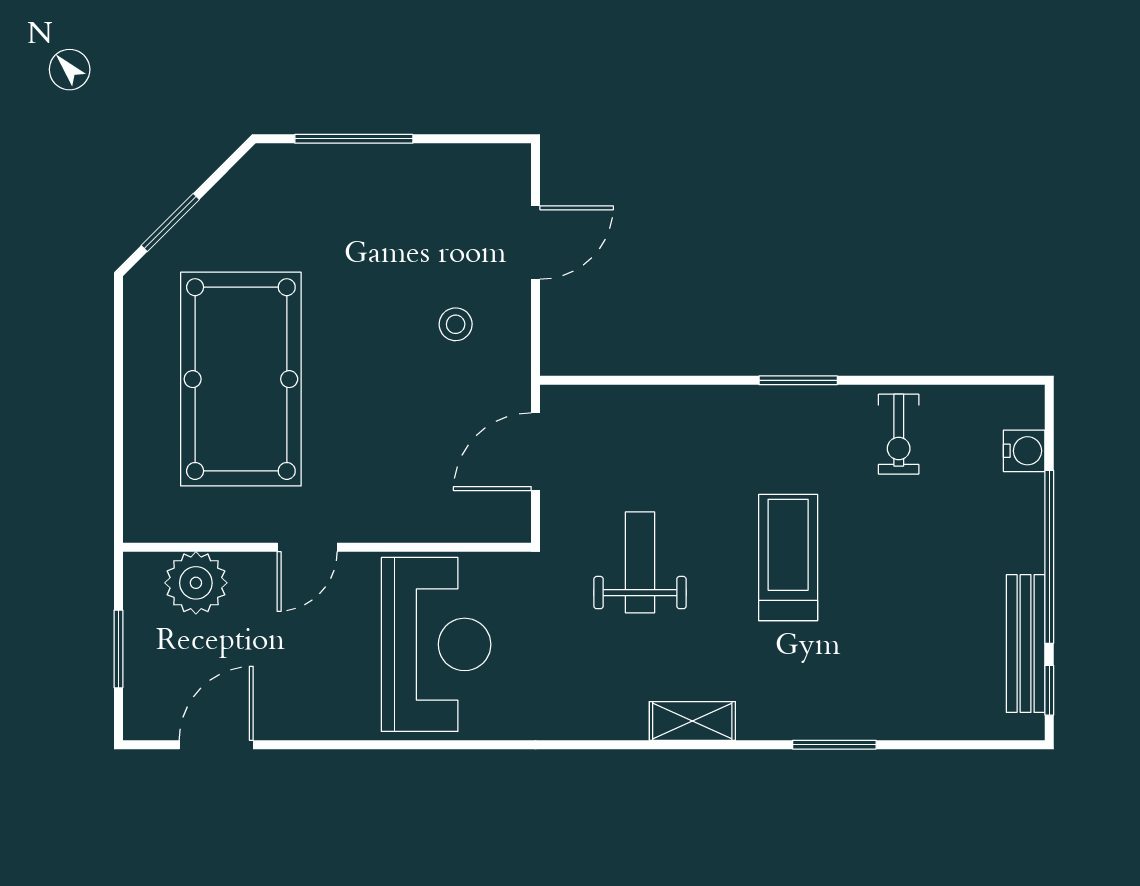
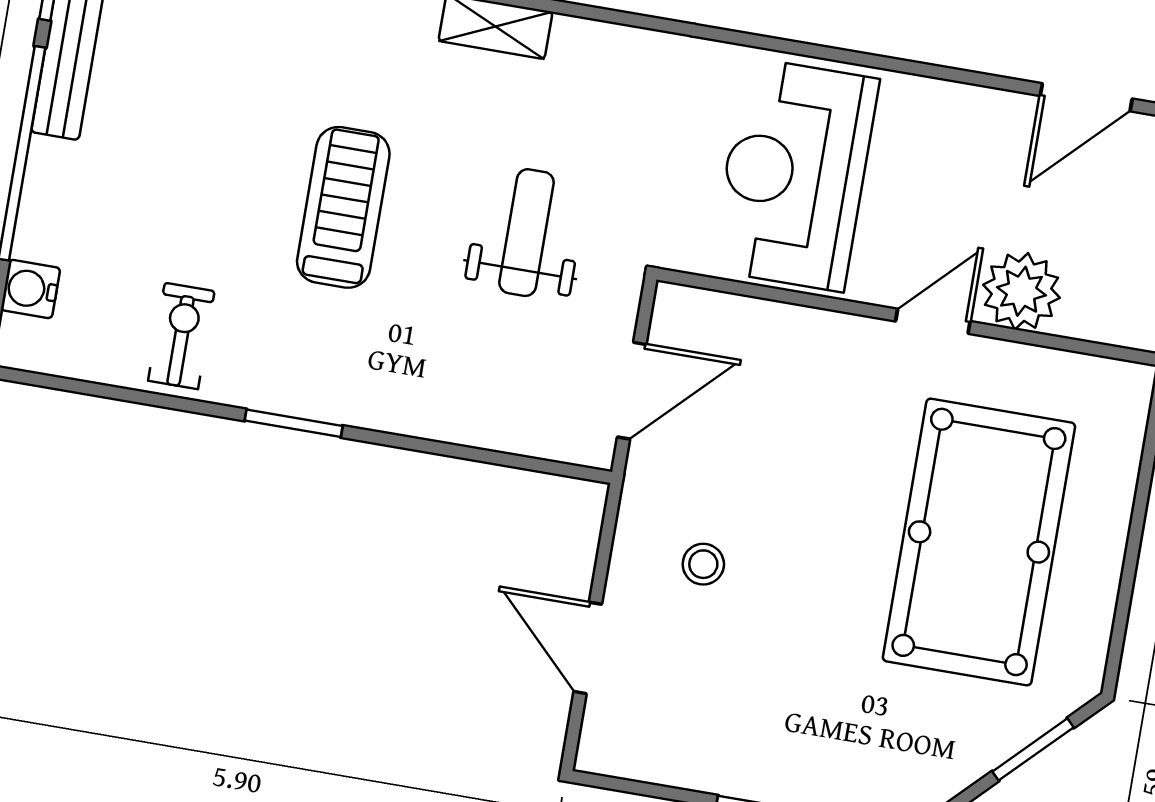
door: (536, 243) -> (588, 648), hinge flipped
treadmill: (788, 557) -> (343, 207), turned 180
weight bench: (640, 562) -> (526, 233), turned 180
plant: (196, 583) -> (1021, 291), moved

